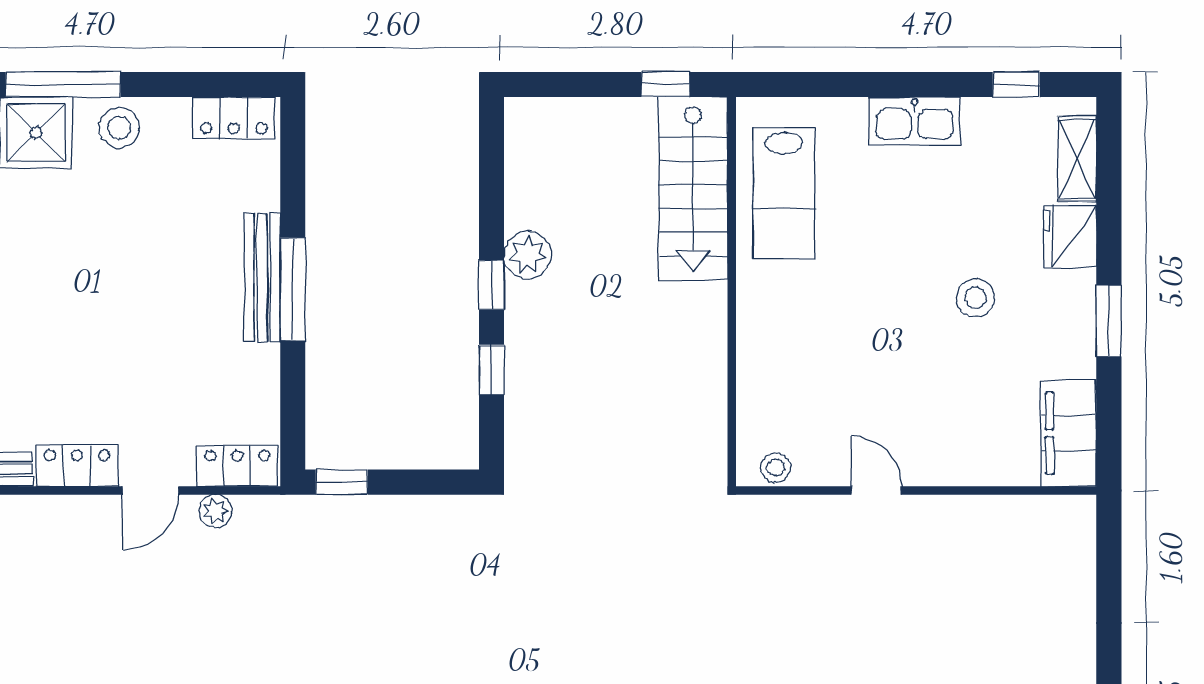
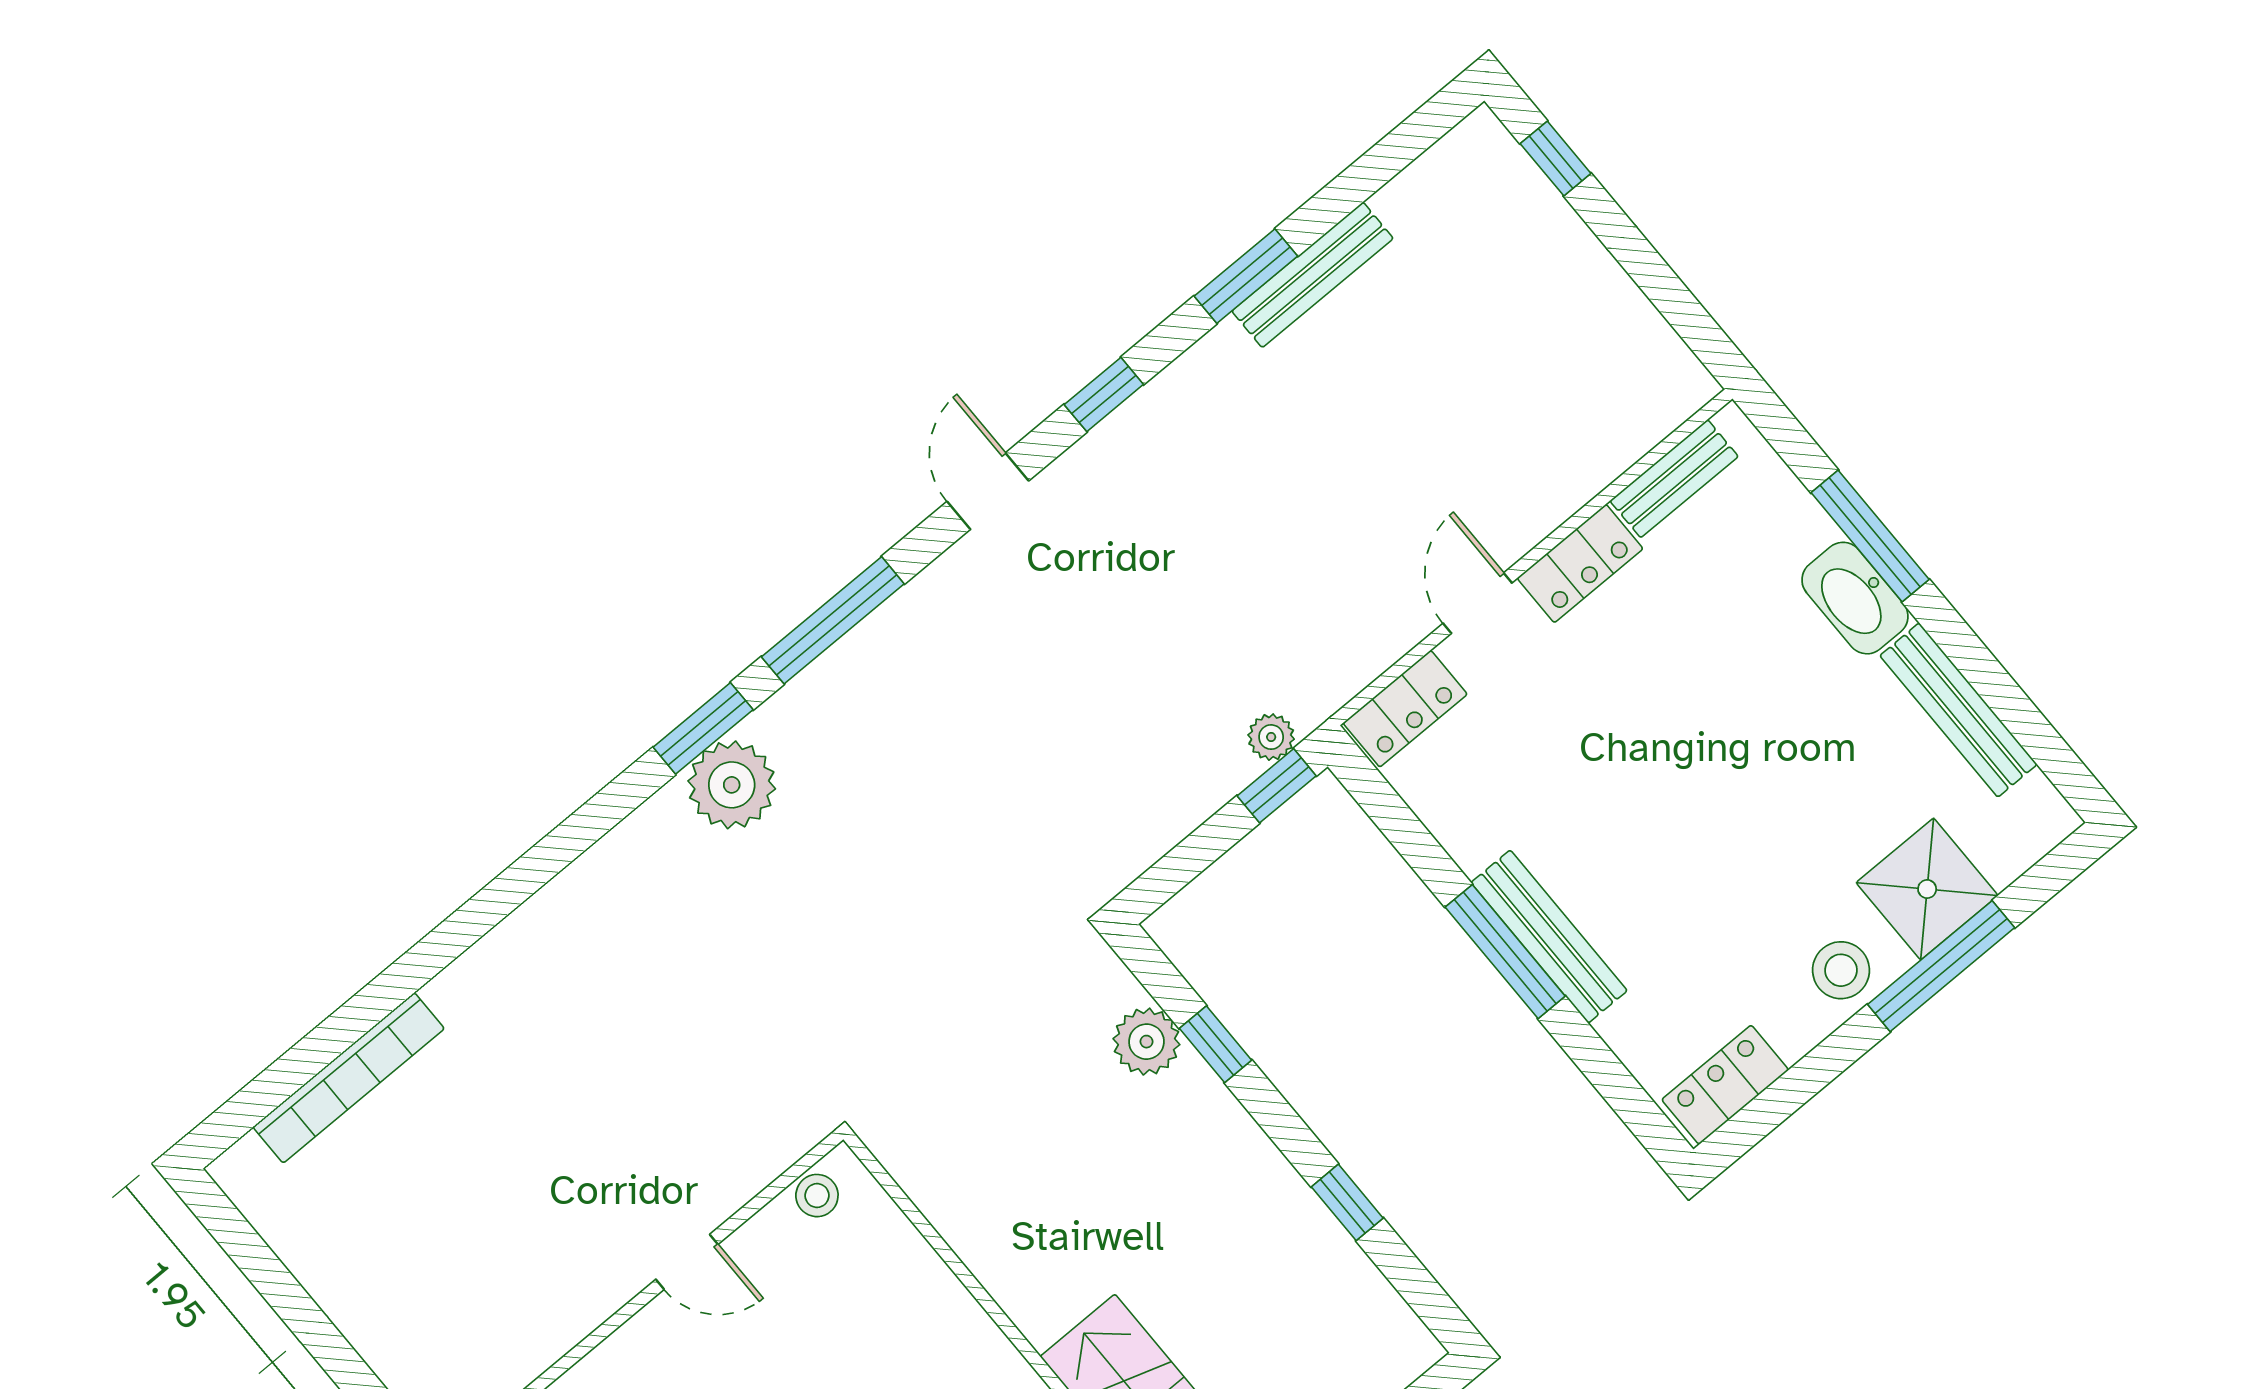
plant: (528, 255) -> (1146, 1042), moved
window: (492, 285) -> (1347, 1202), moved
plant: (215, 511) -> (1271, 737), moved

